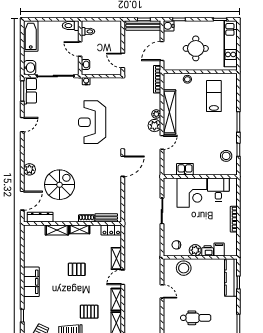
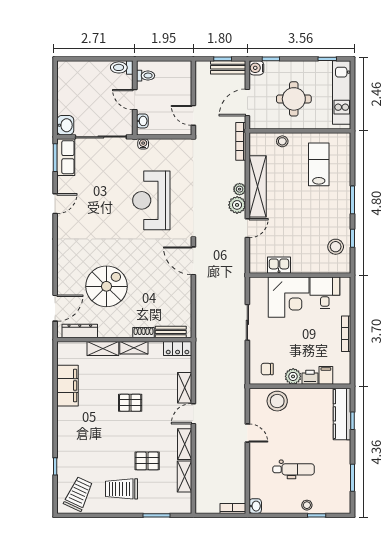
bench: (143, 25) -> (228, 67), width x0.73
bathtub: (31, 36) -> (67, 82), removed
door: (123, 166) -> (193, 261), swing flipped
plant: (29, 169) -> (65, 265), removed
filing cabinet: (31, 282) -> (68, 386), moved

